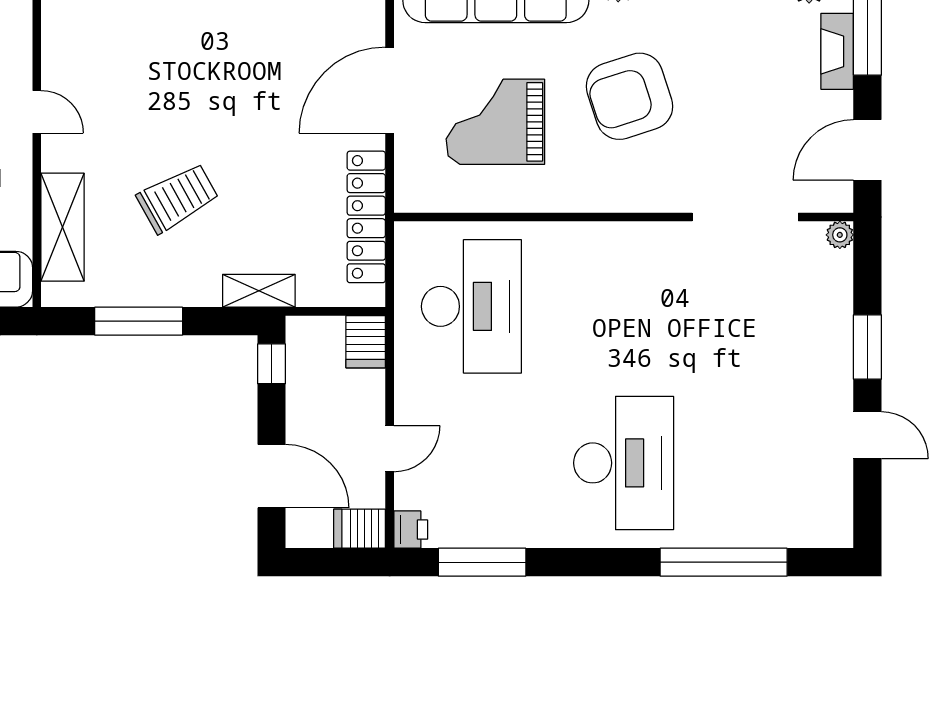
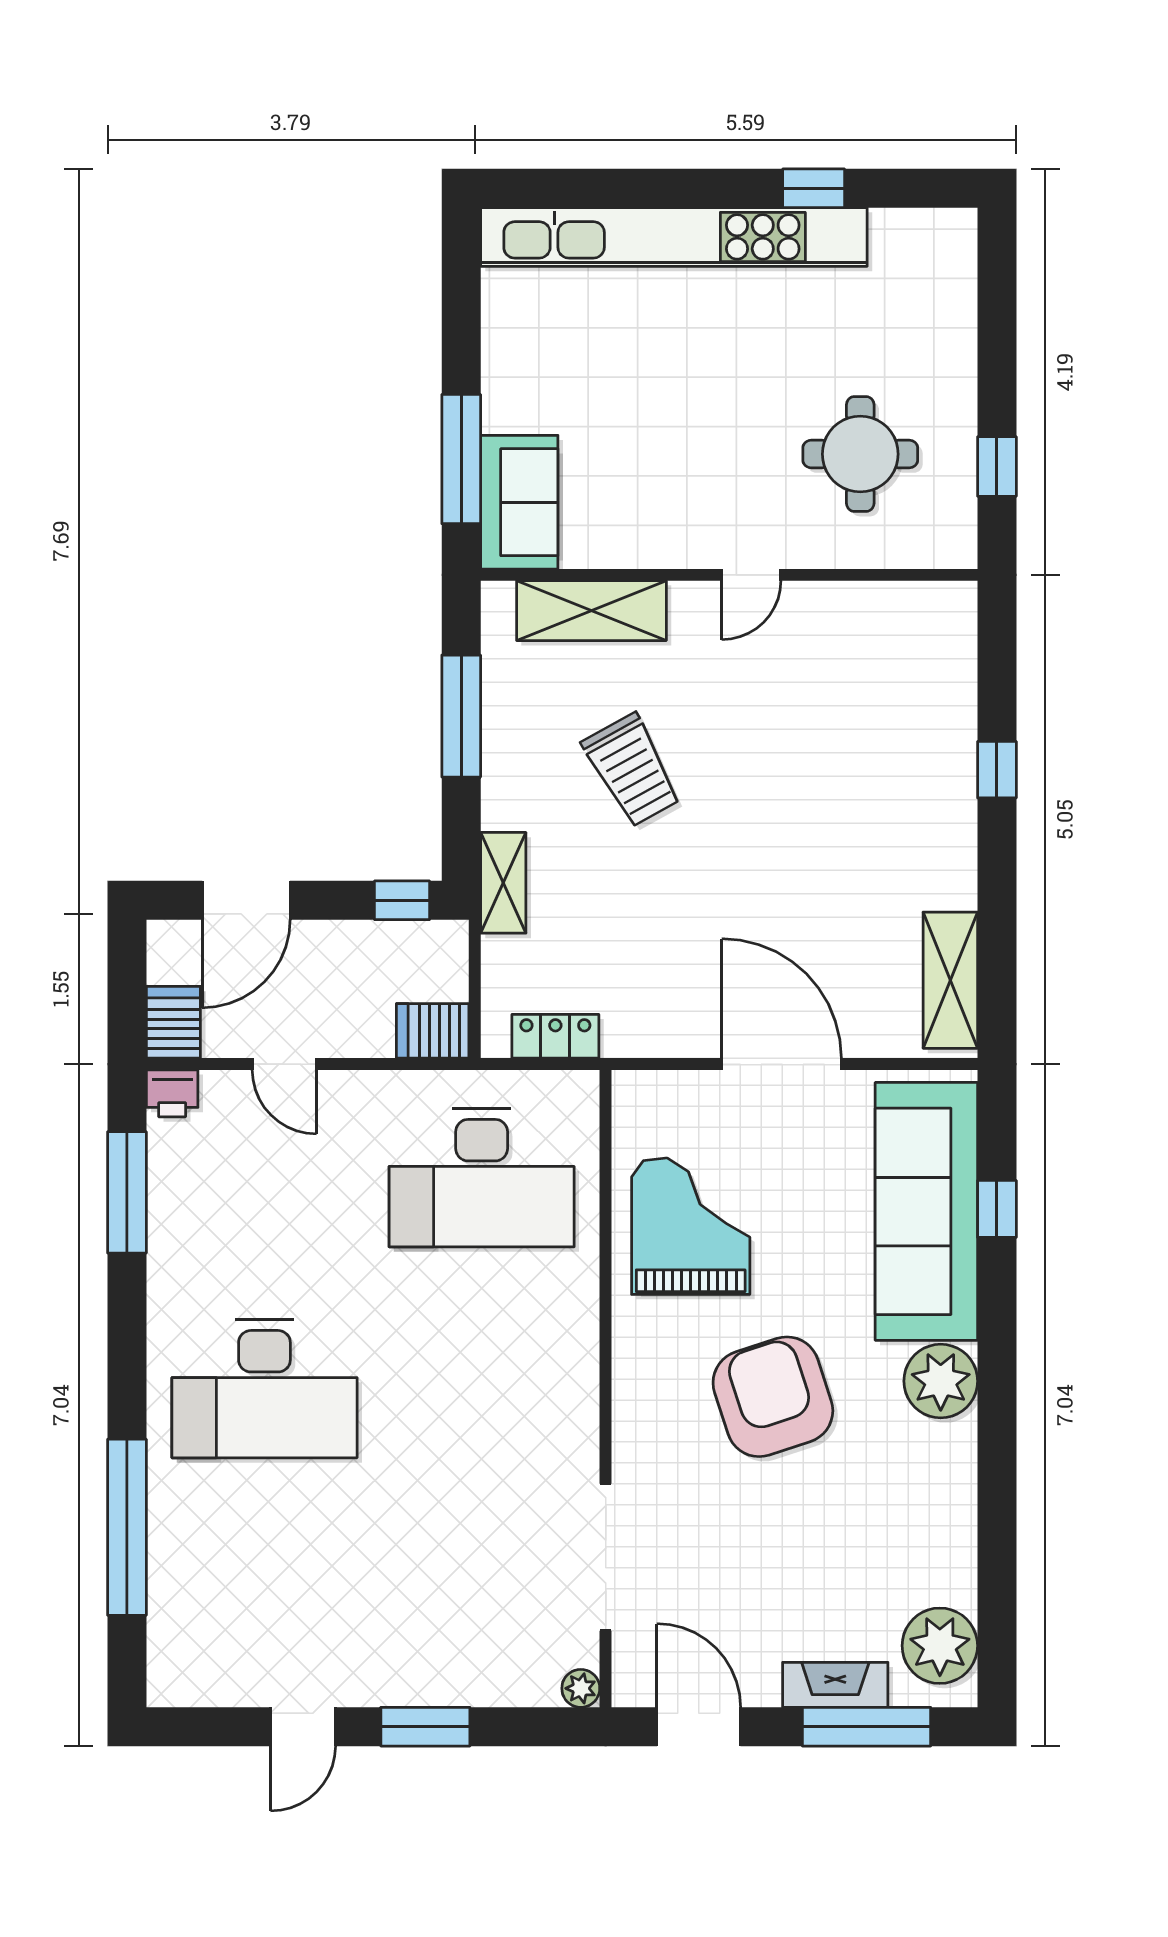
grand piano: (495, 122) -> (691, 1226), moved
locker: (366, 217) -> (555, 1036), width x0.46, depth x0.83

